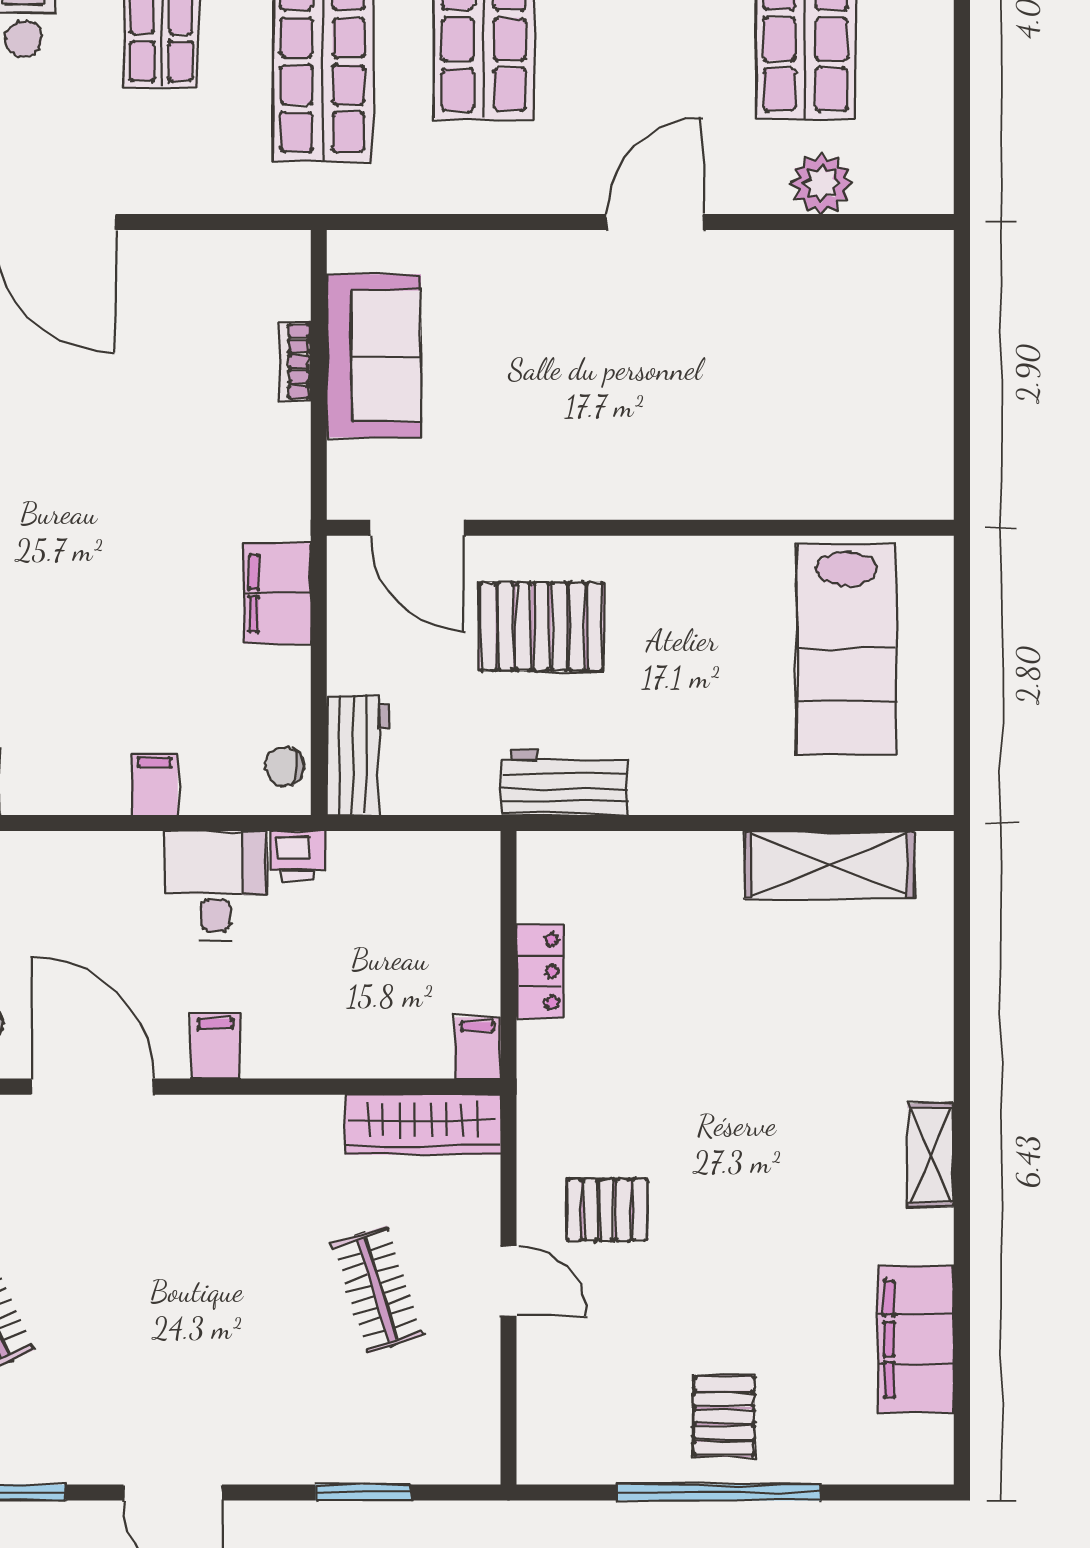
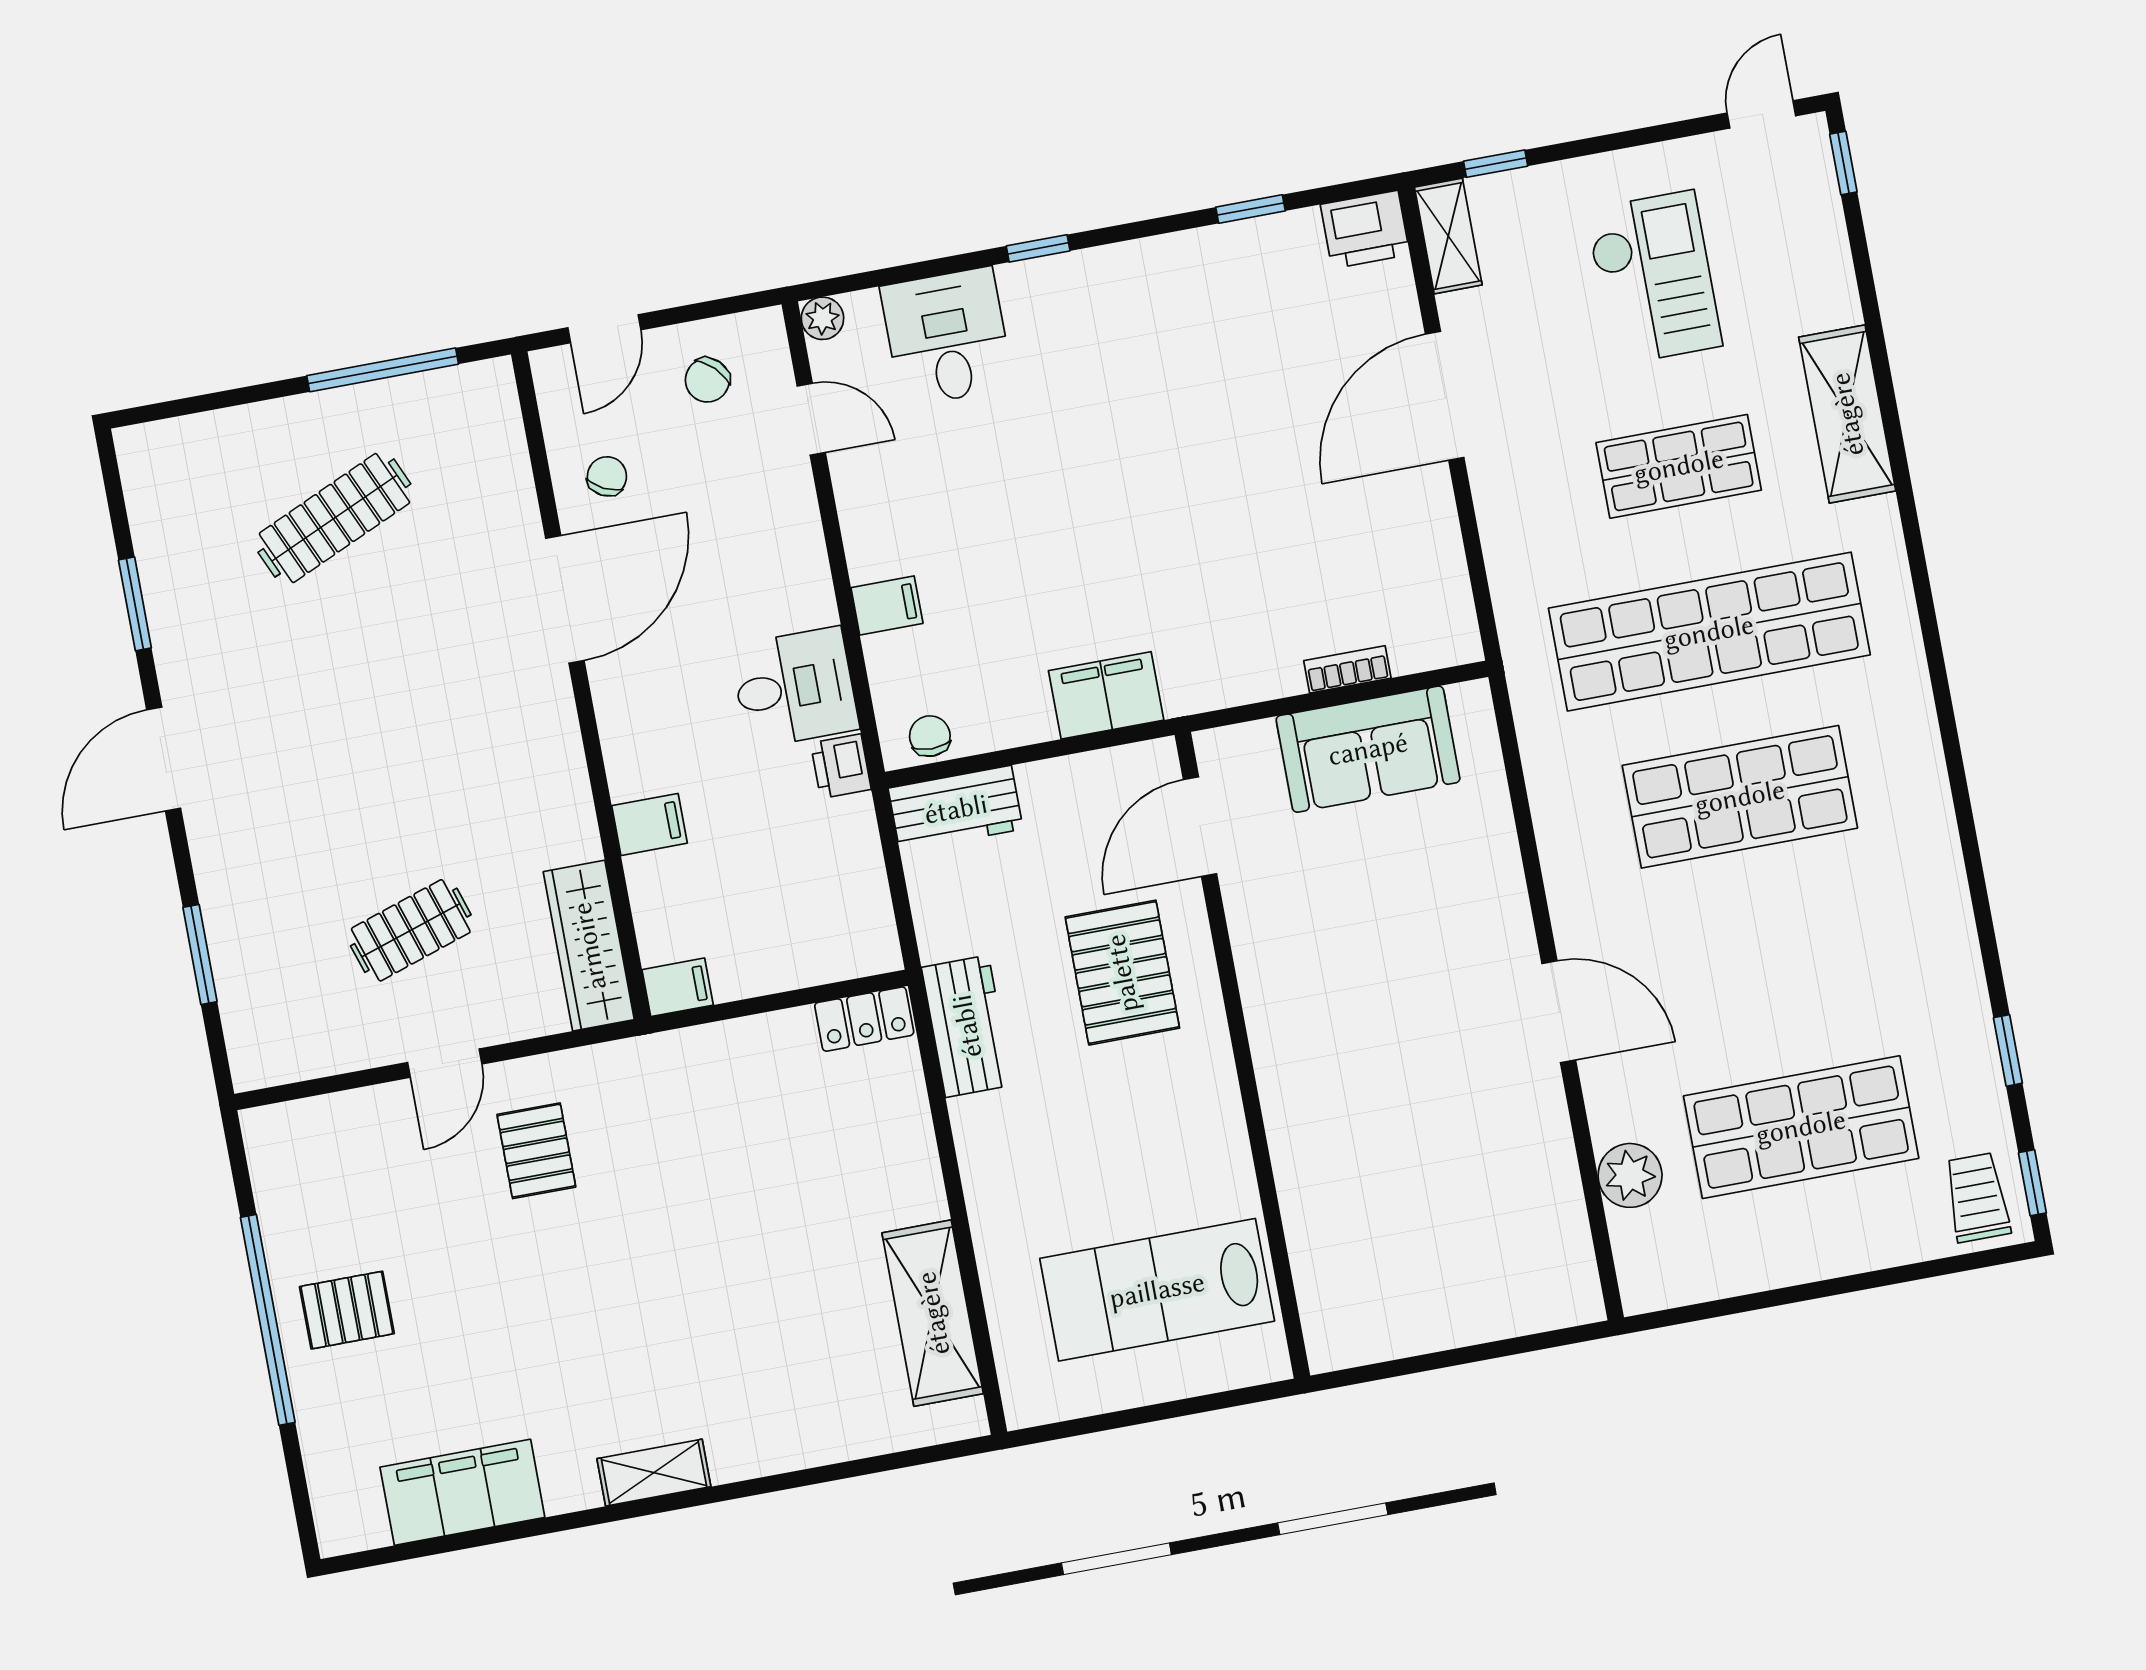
locker: (540, 971) -> (864, 1019), moved
filing cabinet: (215, 1046) -> (649, 824), moved

